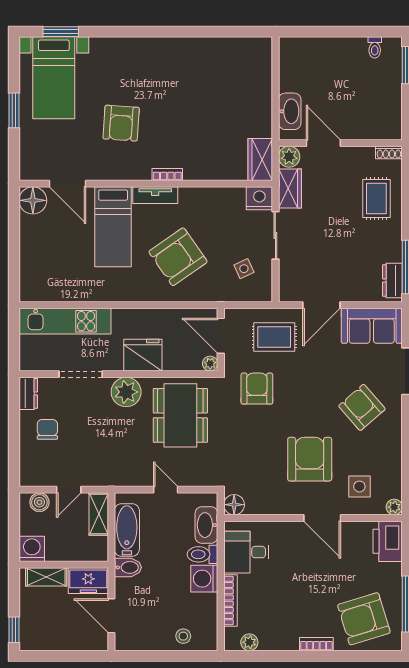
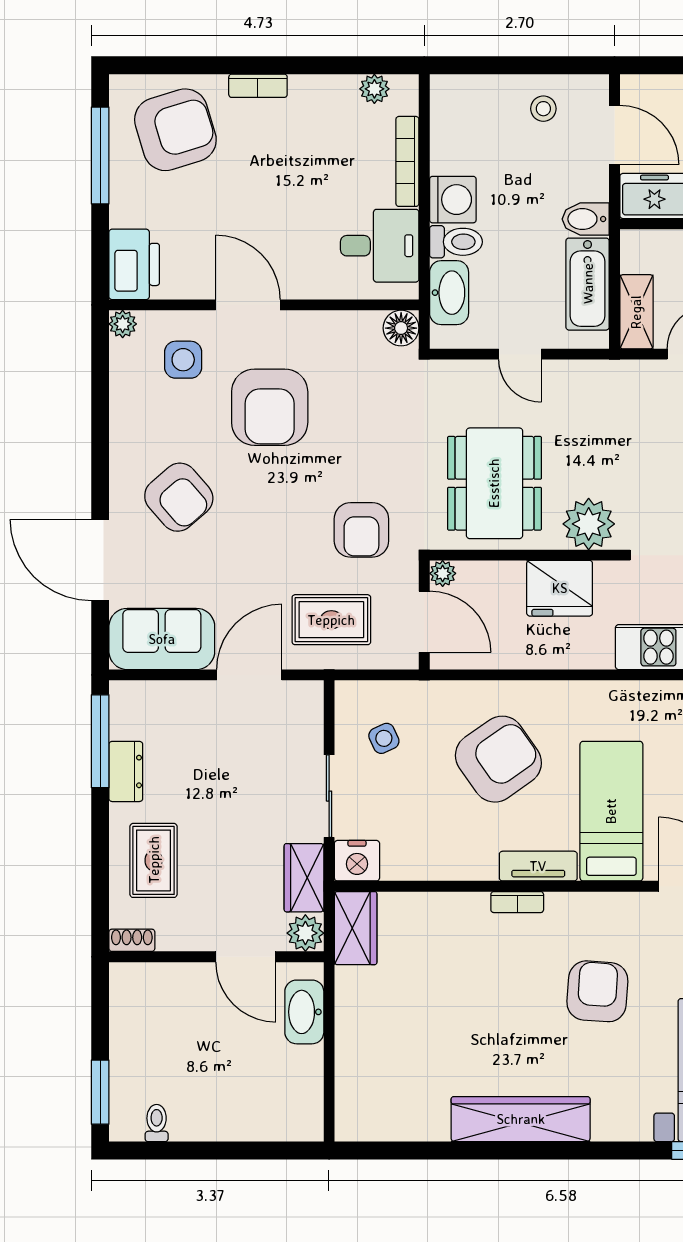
wardrobe: (165, 50) -> (521, 1119), added
dresser: (392, 280) -> (126, 771), moved
stool: (183, 636) -> (543, 109), moved

